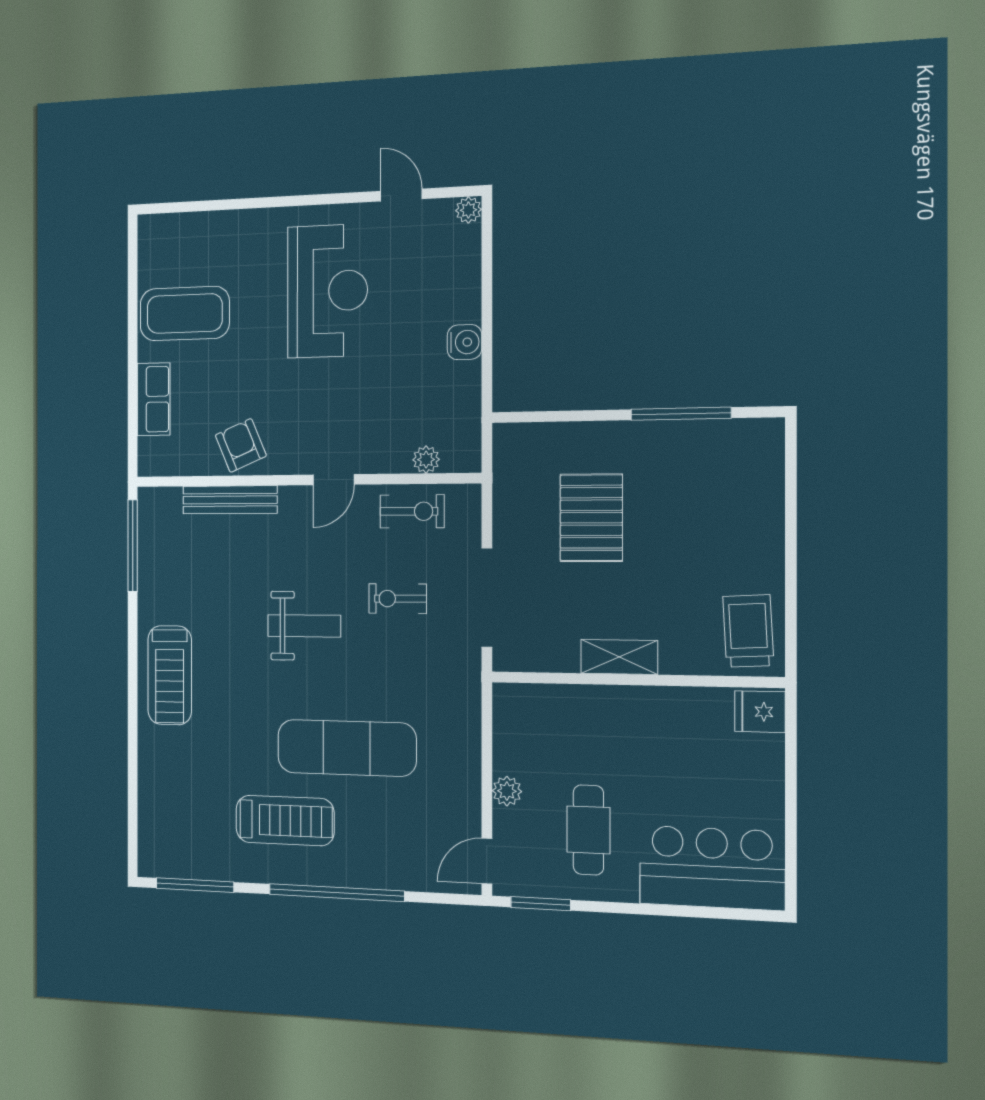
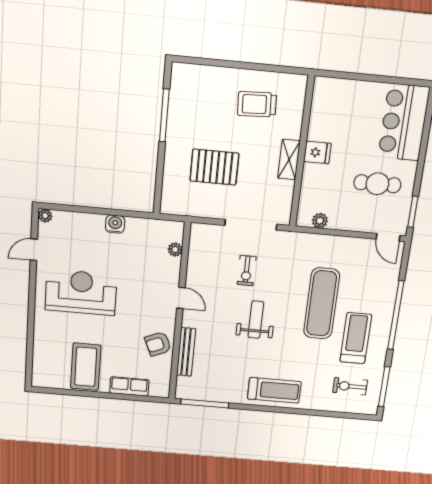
exercise bike: (412, 511) -> (350, 386), moved, turned -90
trolley: (748, 631) -> (257, 104), moved
fridge: (760, 712) -> (317, 152), moved, turned -90
plant: (507, 791) -> (320, 221), moved

